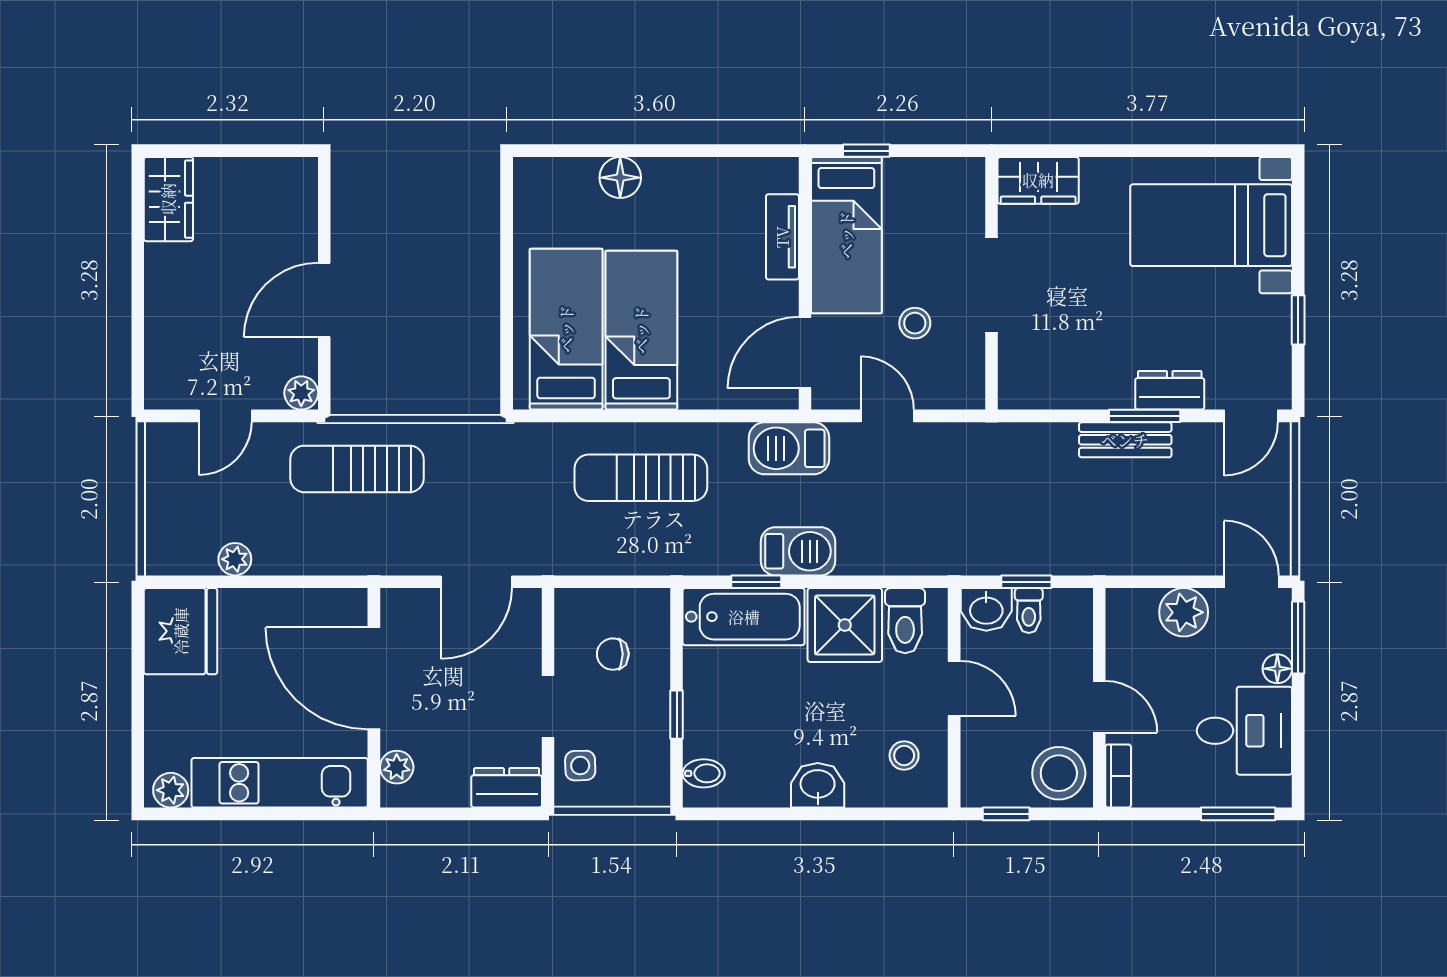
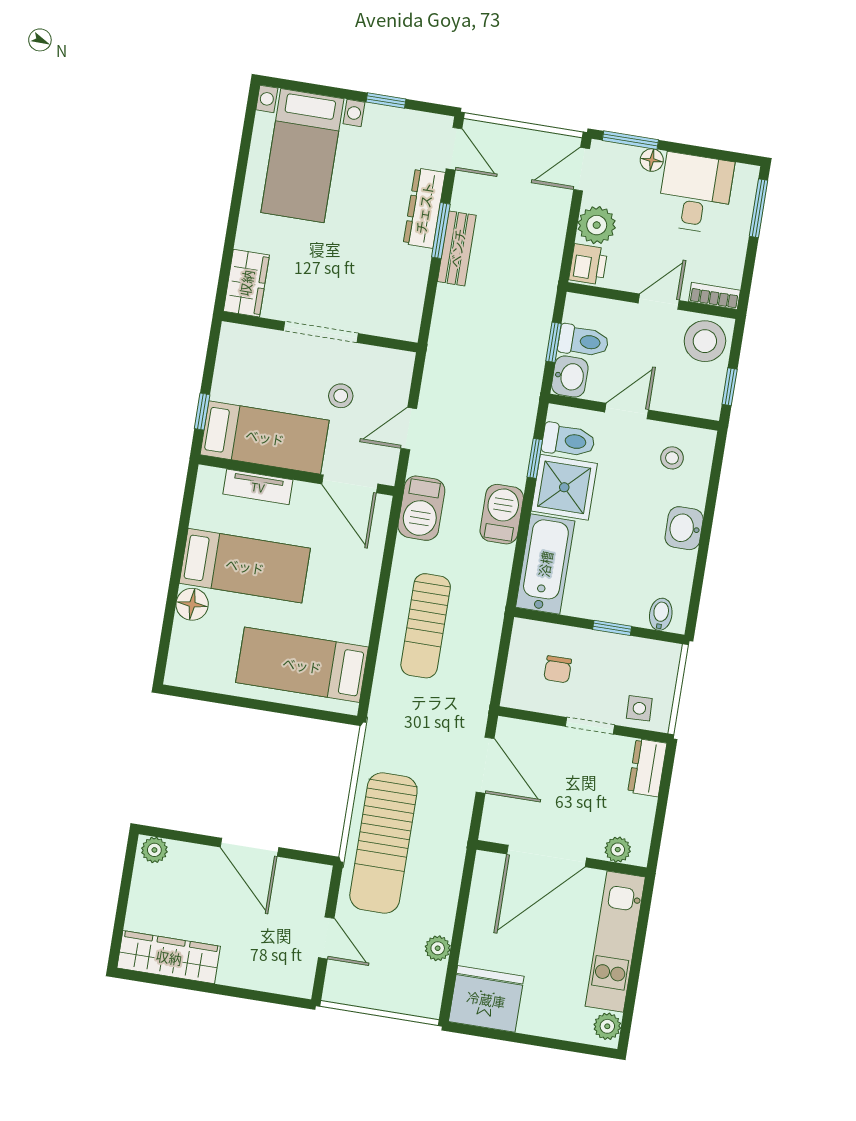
wardrobe: (168, 199) -> (169, 957), width x1.50
bed: (641, 330) -> (245, 566), moved, turned 180
dresser: (1170, 390) -> (424, 208), width x1.44
plant: (301, 393) -> (154, 850), moved
sun lounger: (357, 469) -> (383, 843), width x1.36, depth x1.34
window: (756, 582) -> (535, 458), moved
printer: (1132, 610) -> (588, 264), added
toilet: (1029, 611) -> (583, 341), width x1.37, depth x1.39

